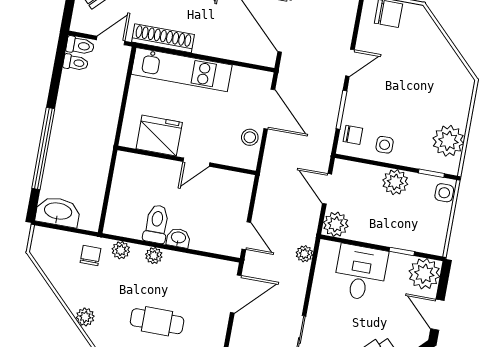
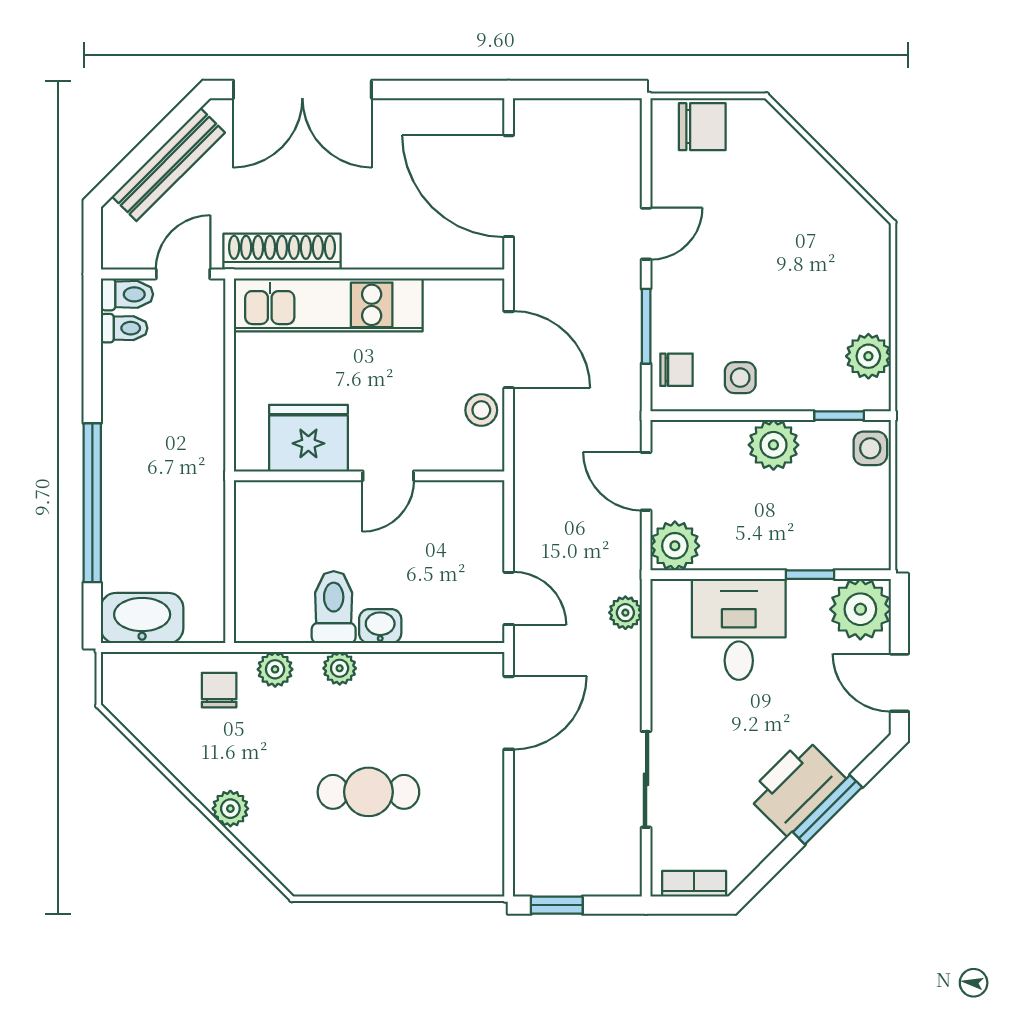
plant: (448, 141) -> (868, 356), width x0.73, depth x0.73

